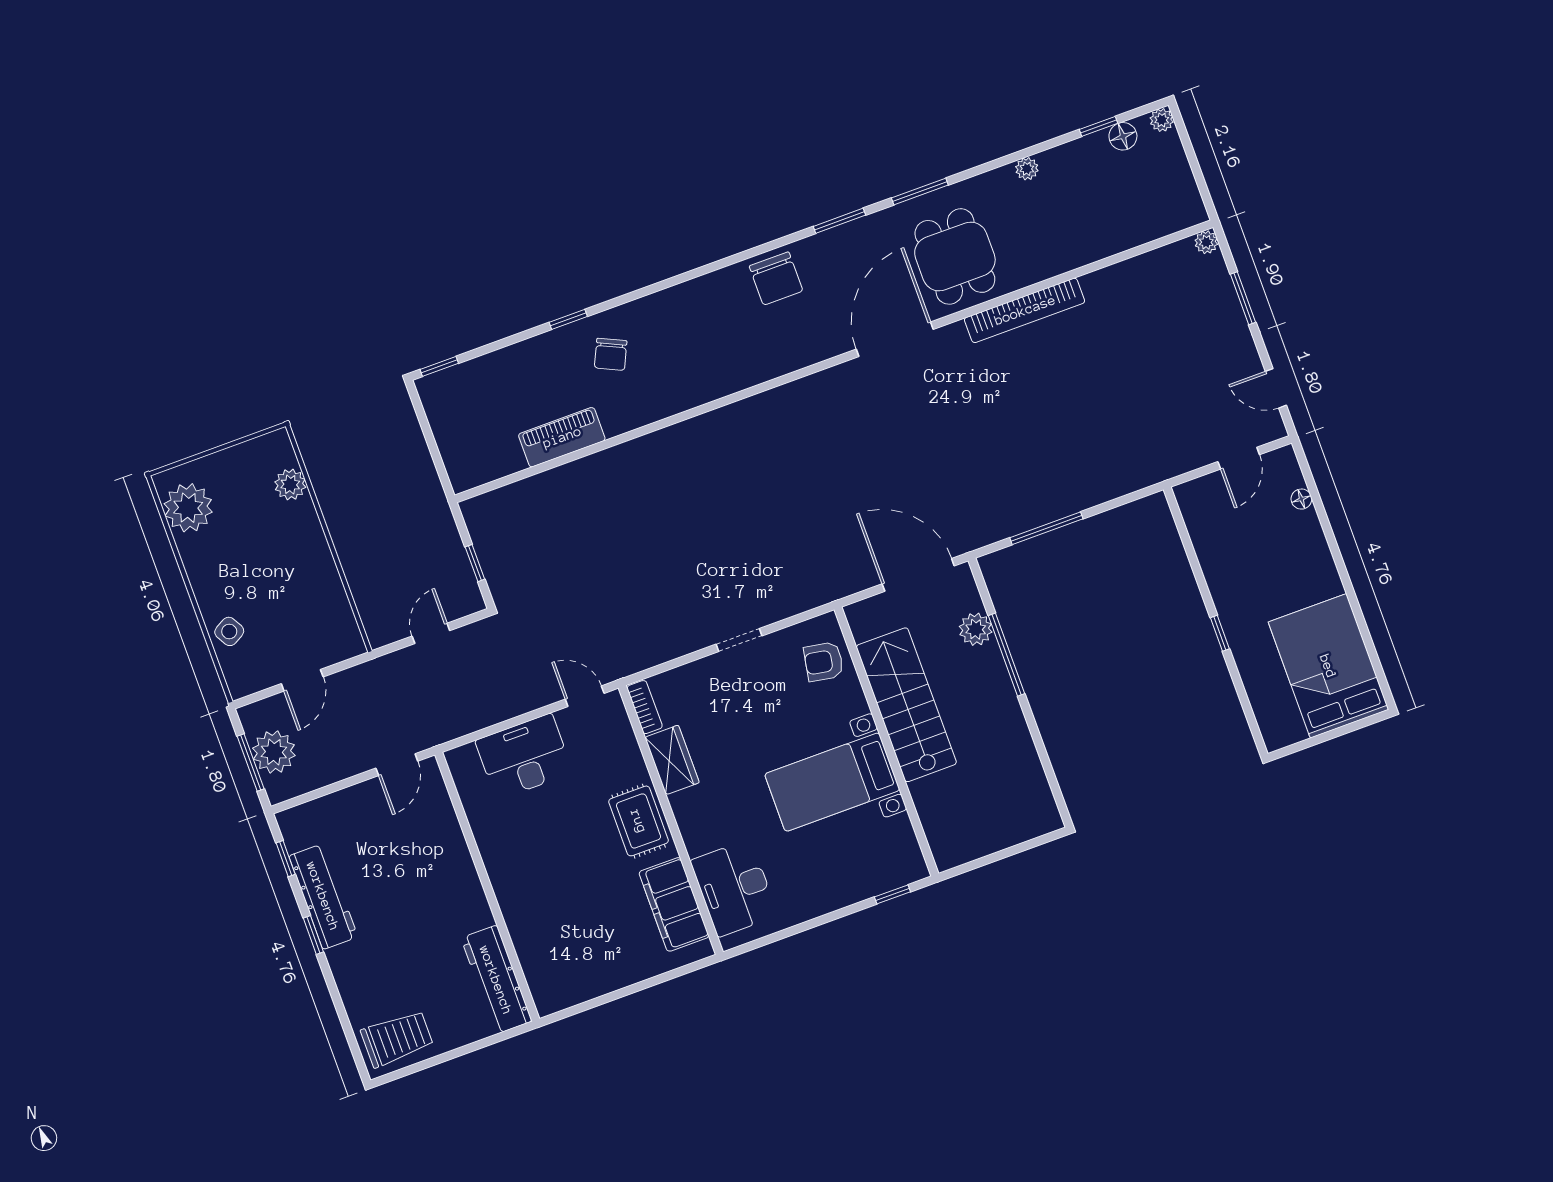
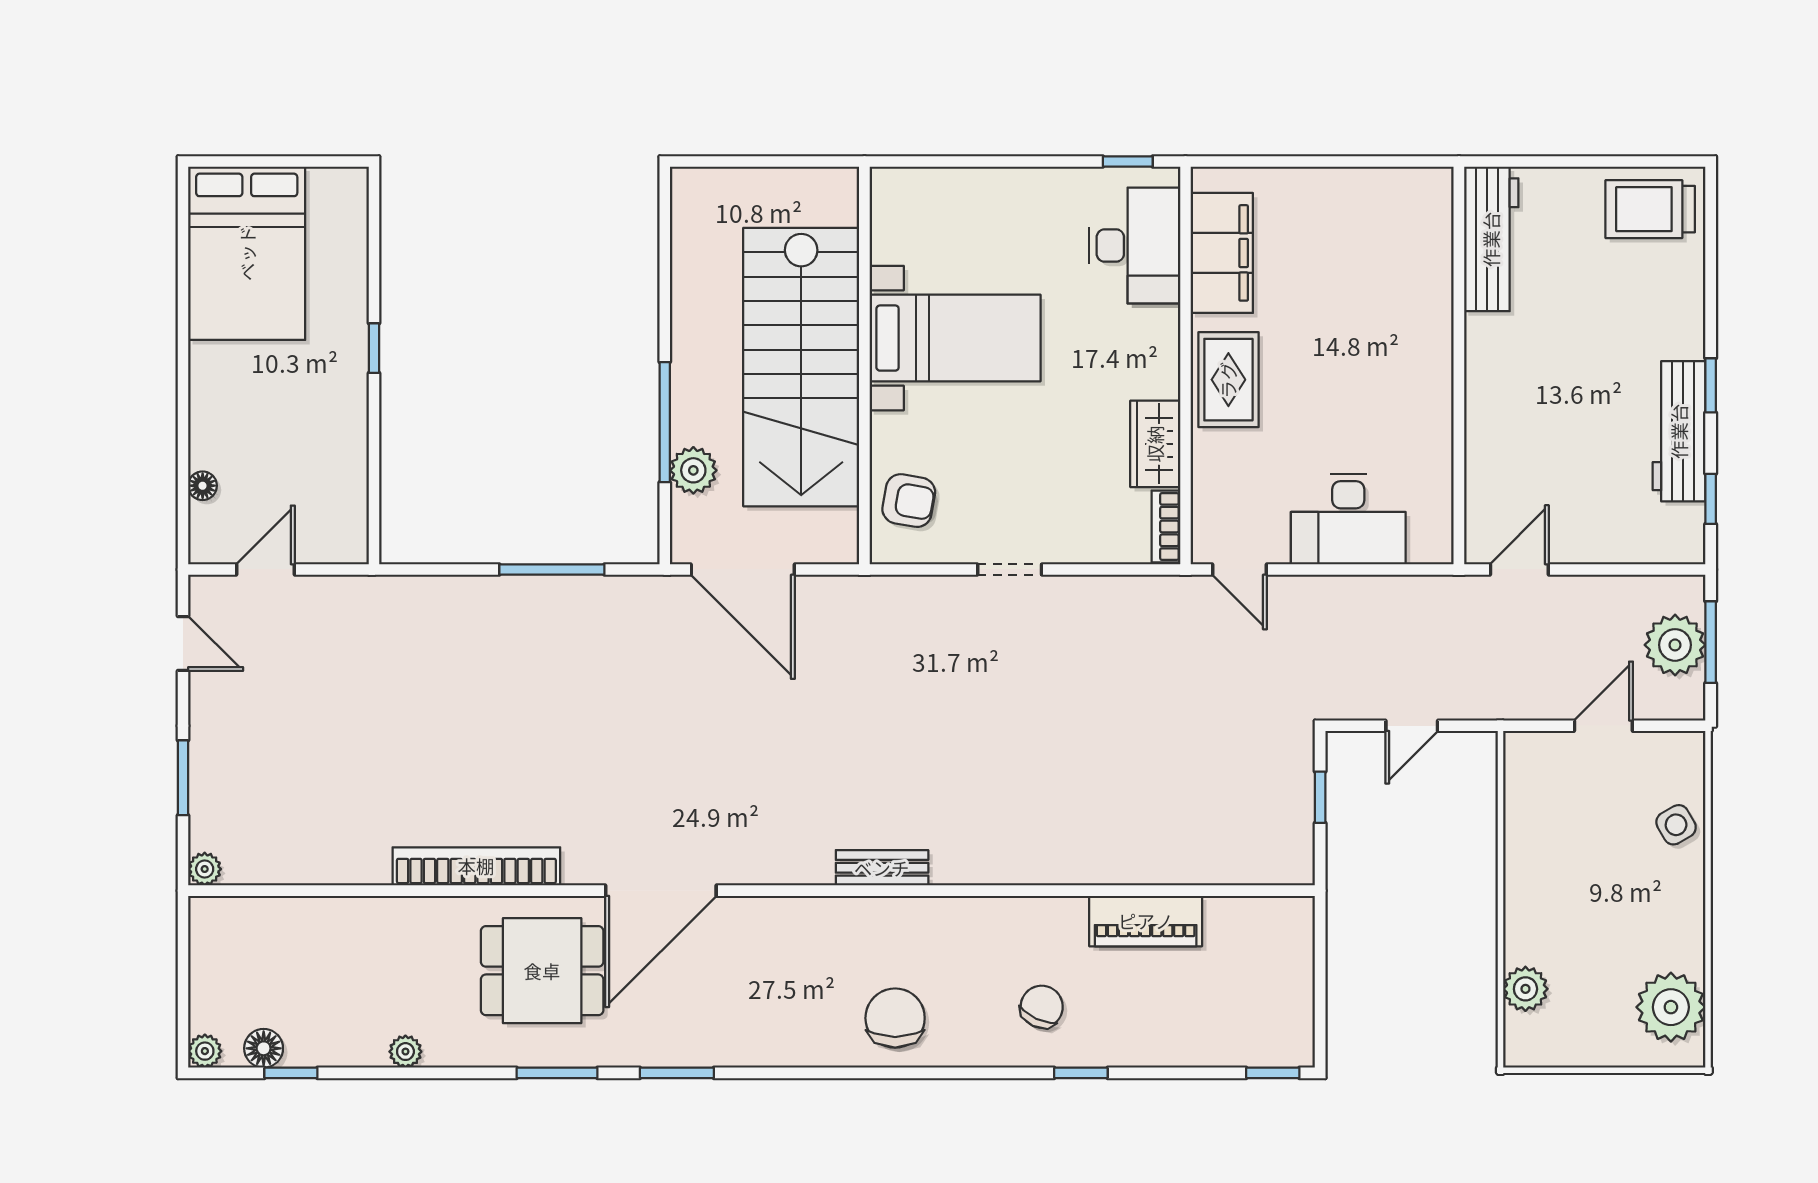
dining table: (955, 256) -> (542, 971), turned 90
chair: (776, 278) -> (895, 1018), moved
bench: (752, 409) -> (882, 868), added
stairs: (906, 705) -> (801, 367), width x1.36, depth x1.51
window: (892, 894) -> (1128, 162), moved

